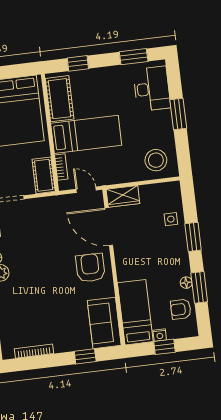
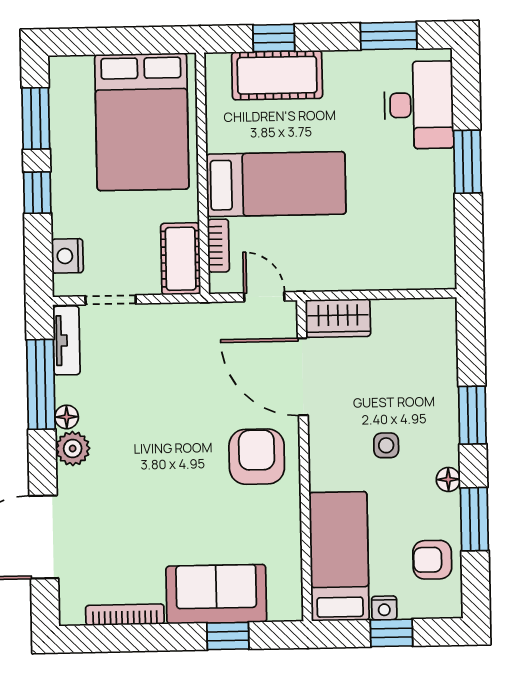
cot: (60, 99) -> (277, 75), moved, turned 90
stool: (156, 160) -> (413, 251), removed
side table: (171, 219) -> (386, 445), moved
floor lamp: (186, 283) -> (448, 479), moved
sofa: (104, 323) -> (216, 594), moved, turned 90

